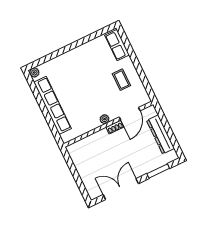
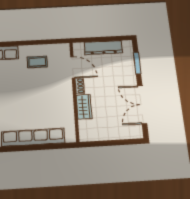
plant: (105, 119) -> (68, 92), removed
wardrobe: (97, 139) -> (84, 107), added

